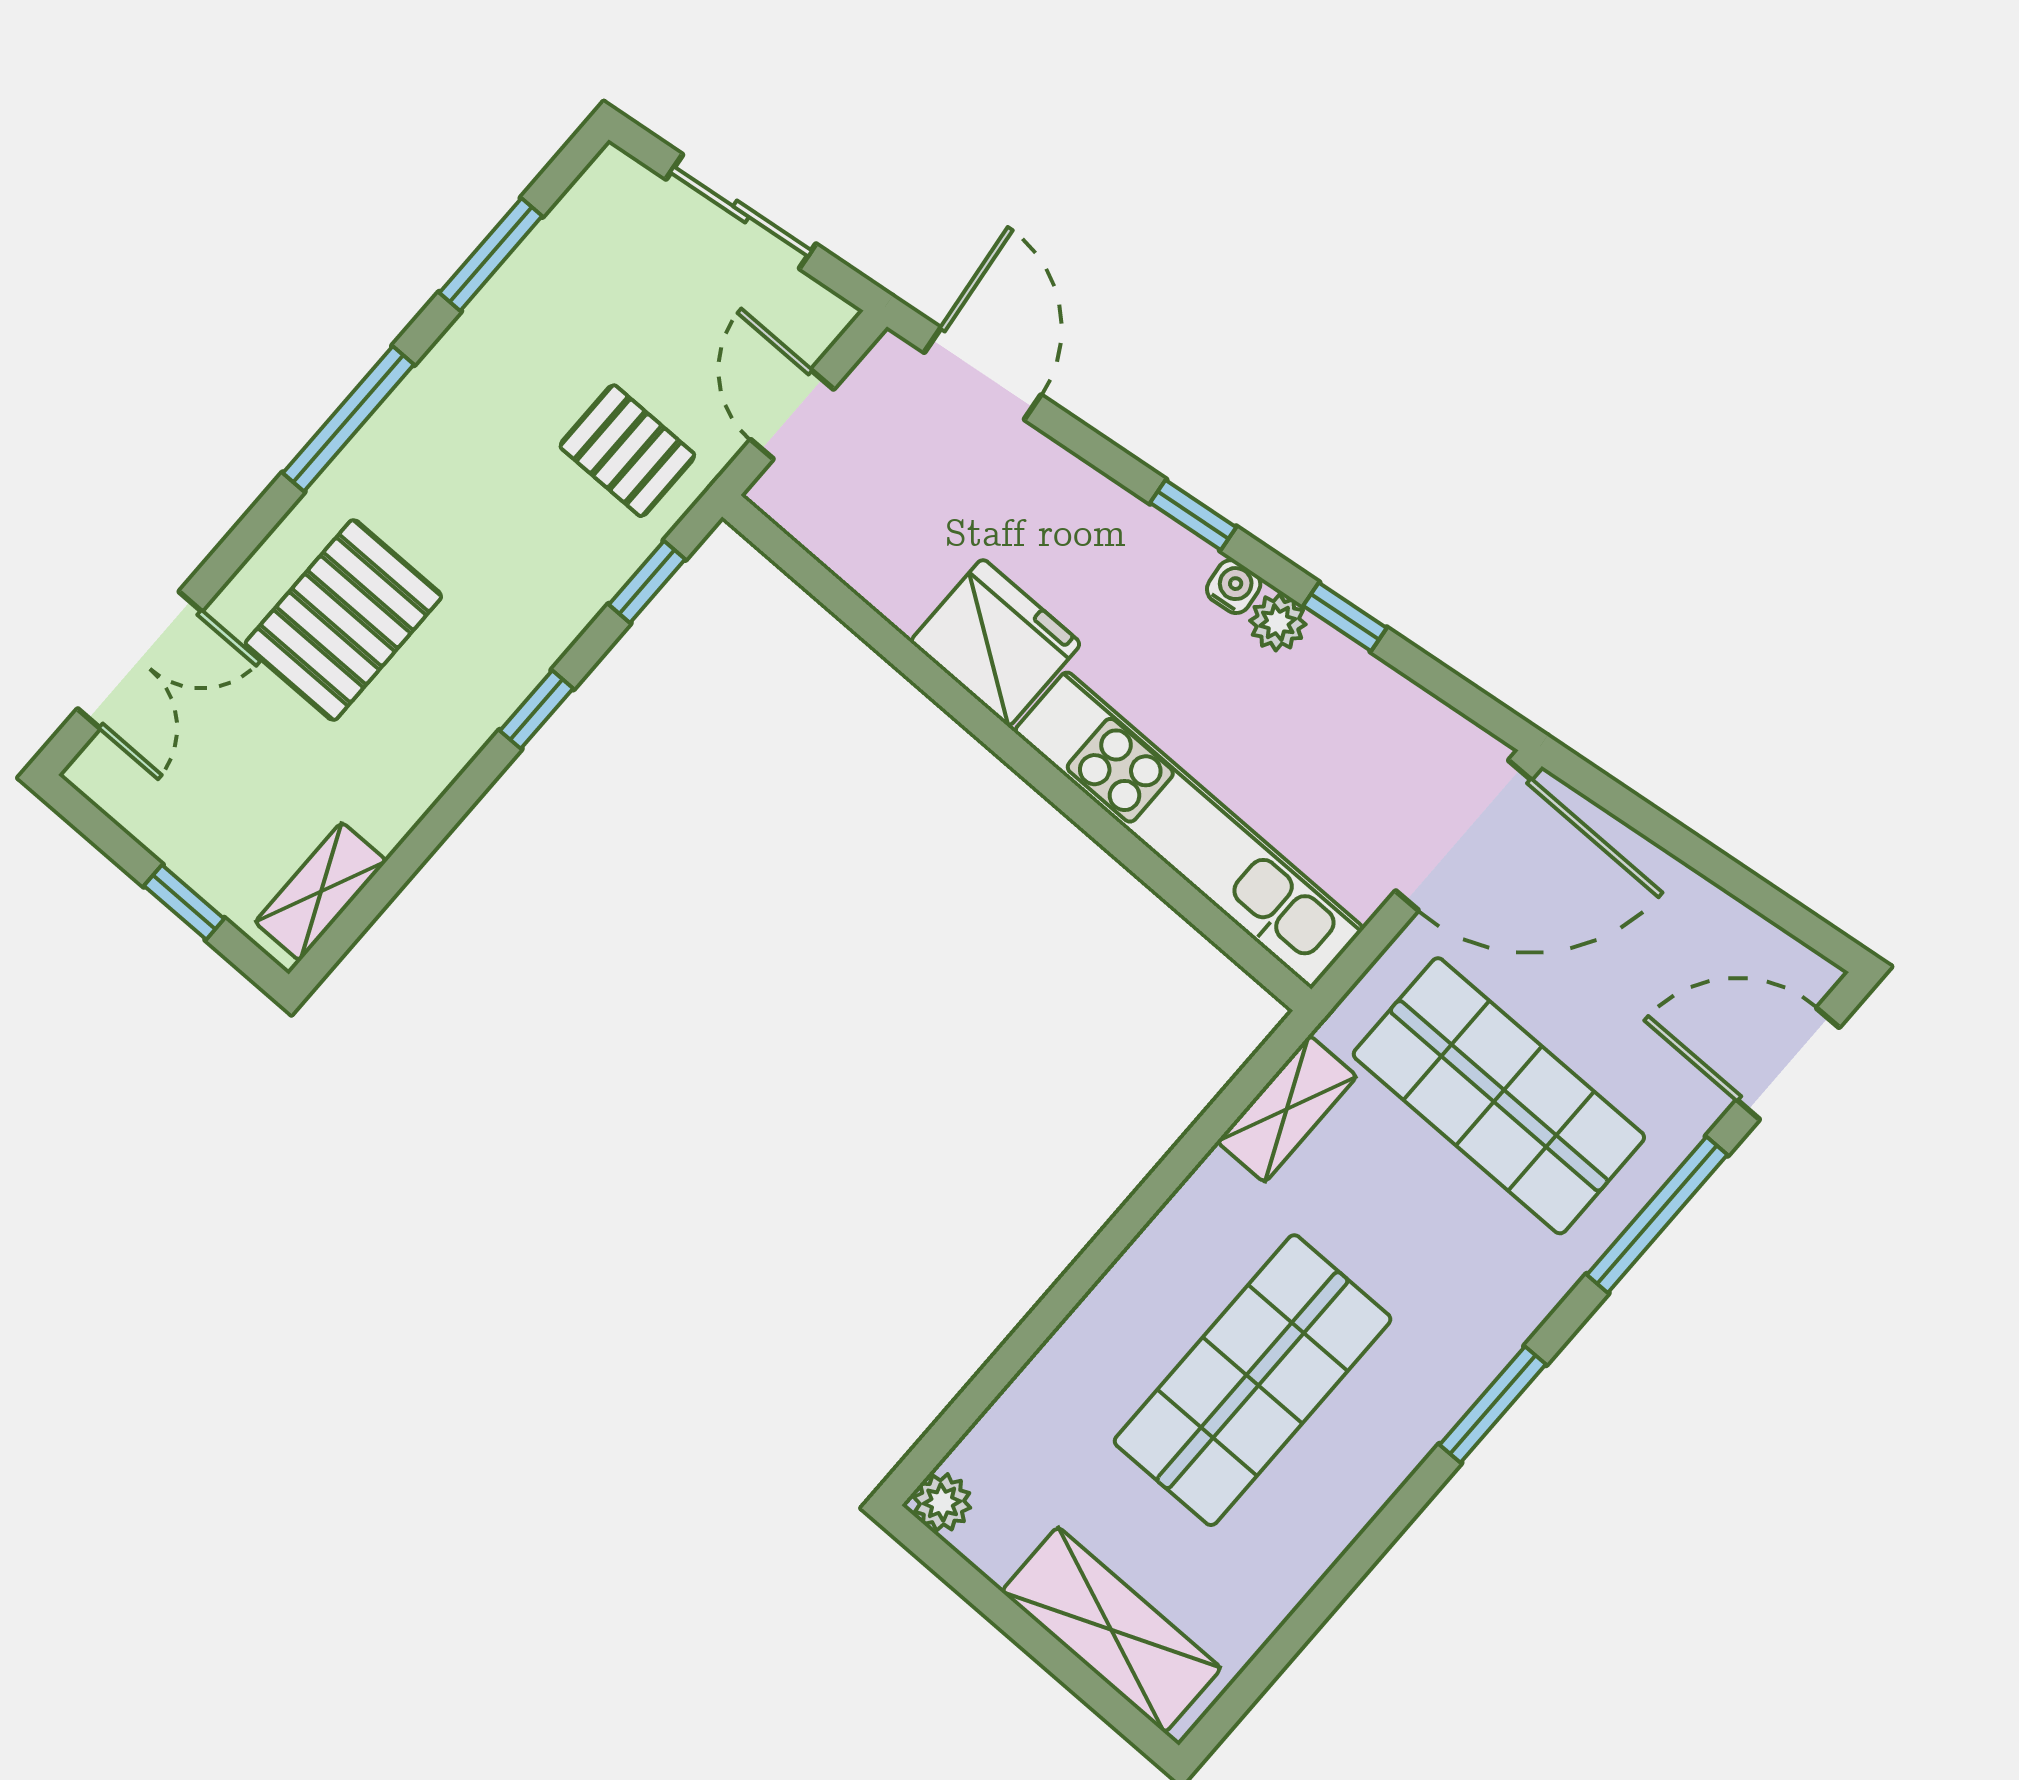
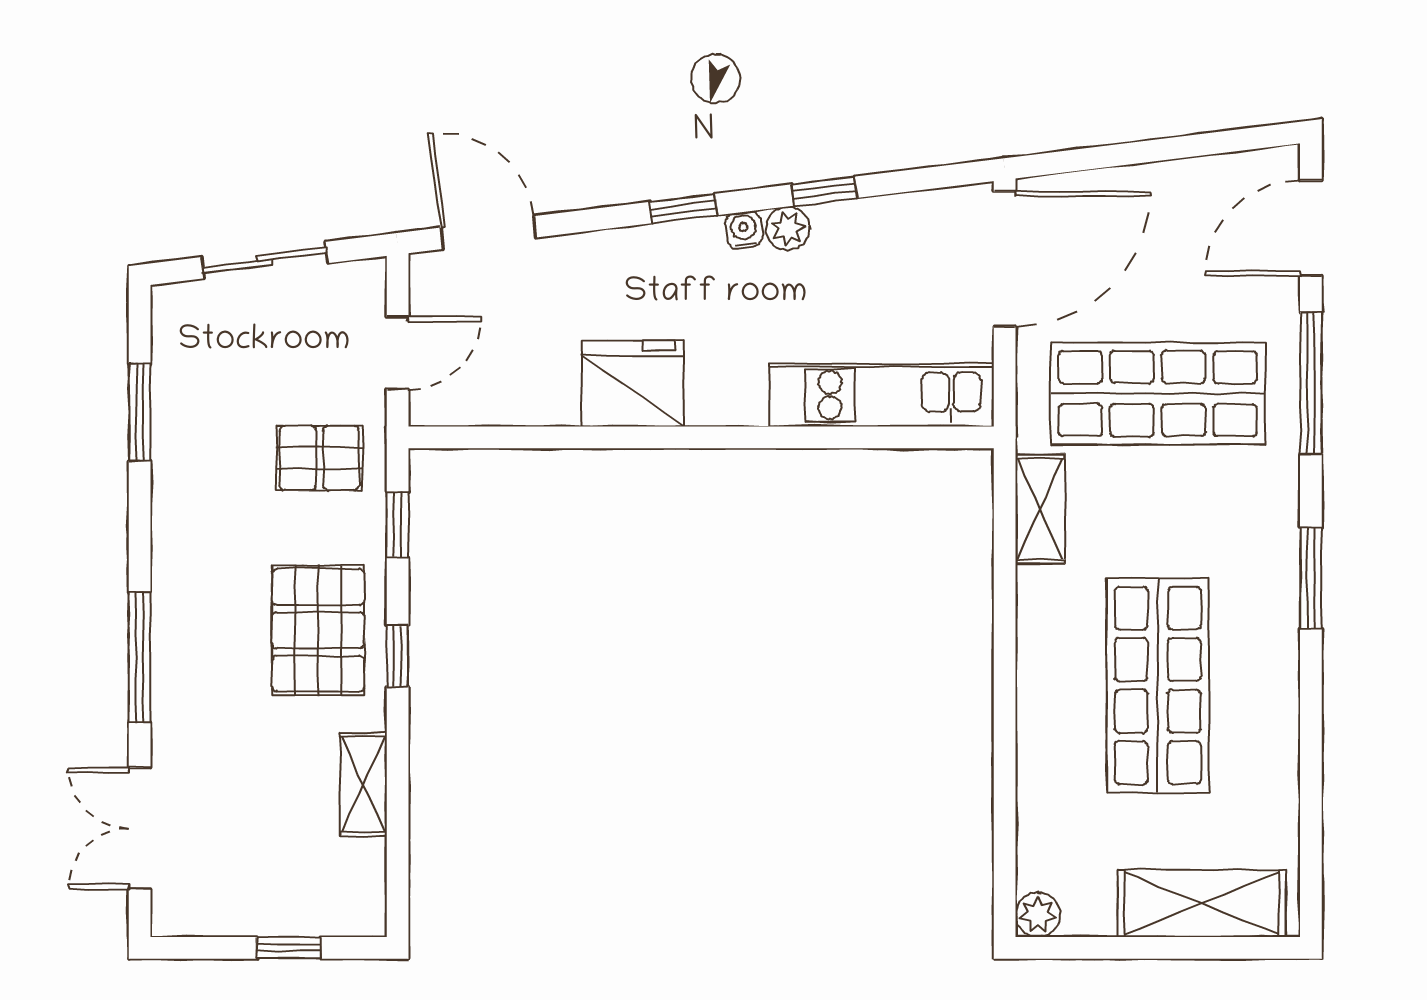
door: (792, 414) -> (398, 353), swing flipped
window: (348, 419) -> (140, 657), moved
pallet: (343, 620) -> (318, 630), moved
double door: (140, 660) -> (140, 828), swing flipped
kitchen unit: (1189, 830) -> (882, 395), width x0.73
shelving: (321, 892) -> (363, 784), moved

